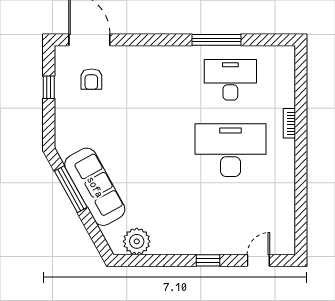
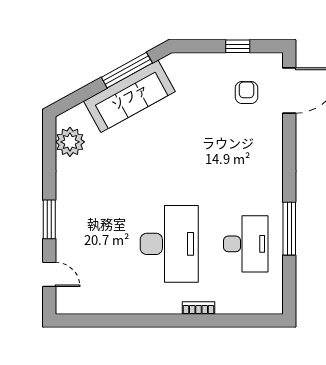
armchair: (91, 79) -> (247, 92), turned 90
window: (208, 260) -> (49, 219), width x1.50

